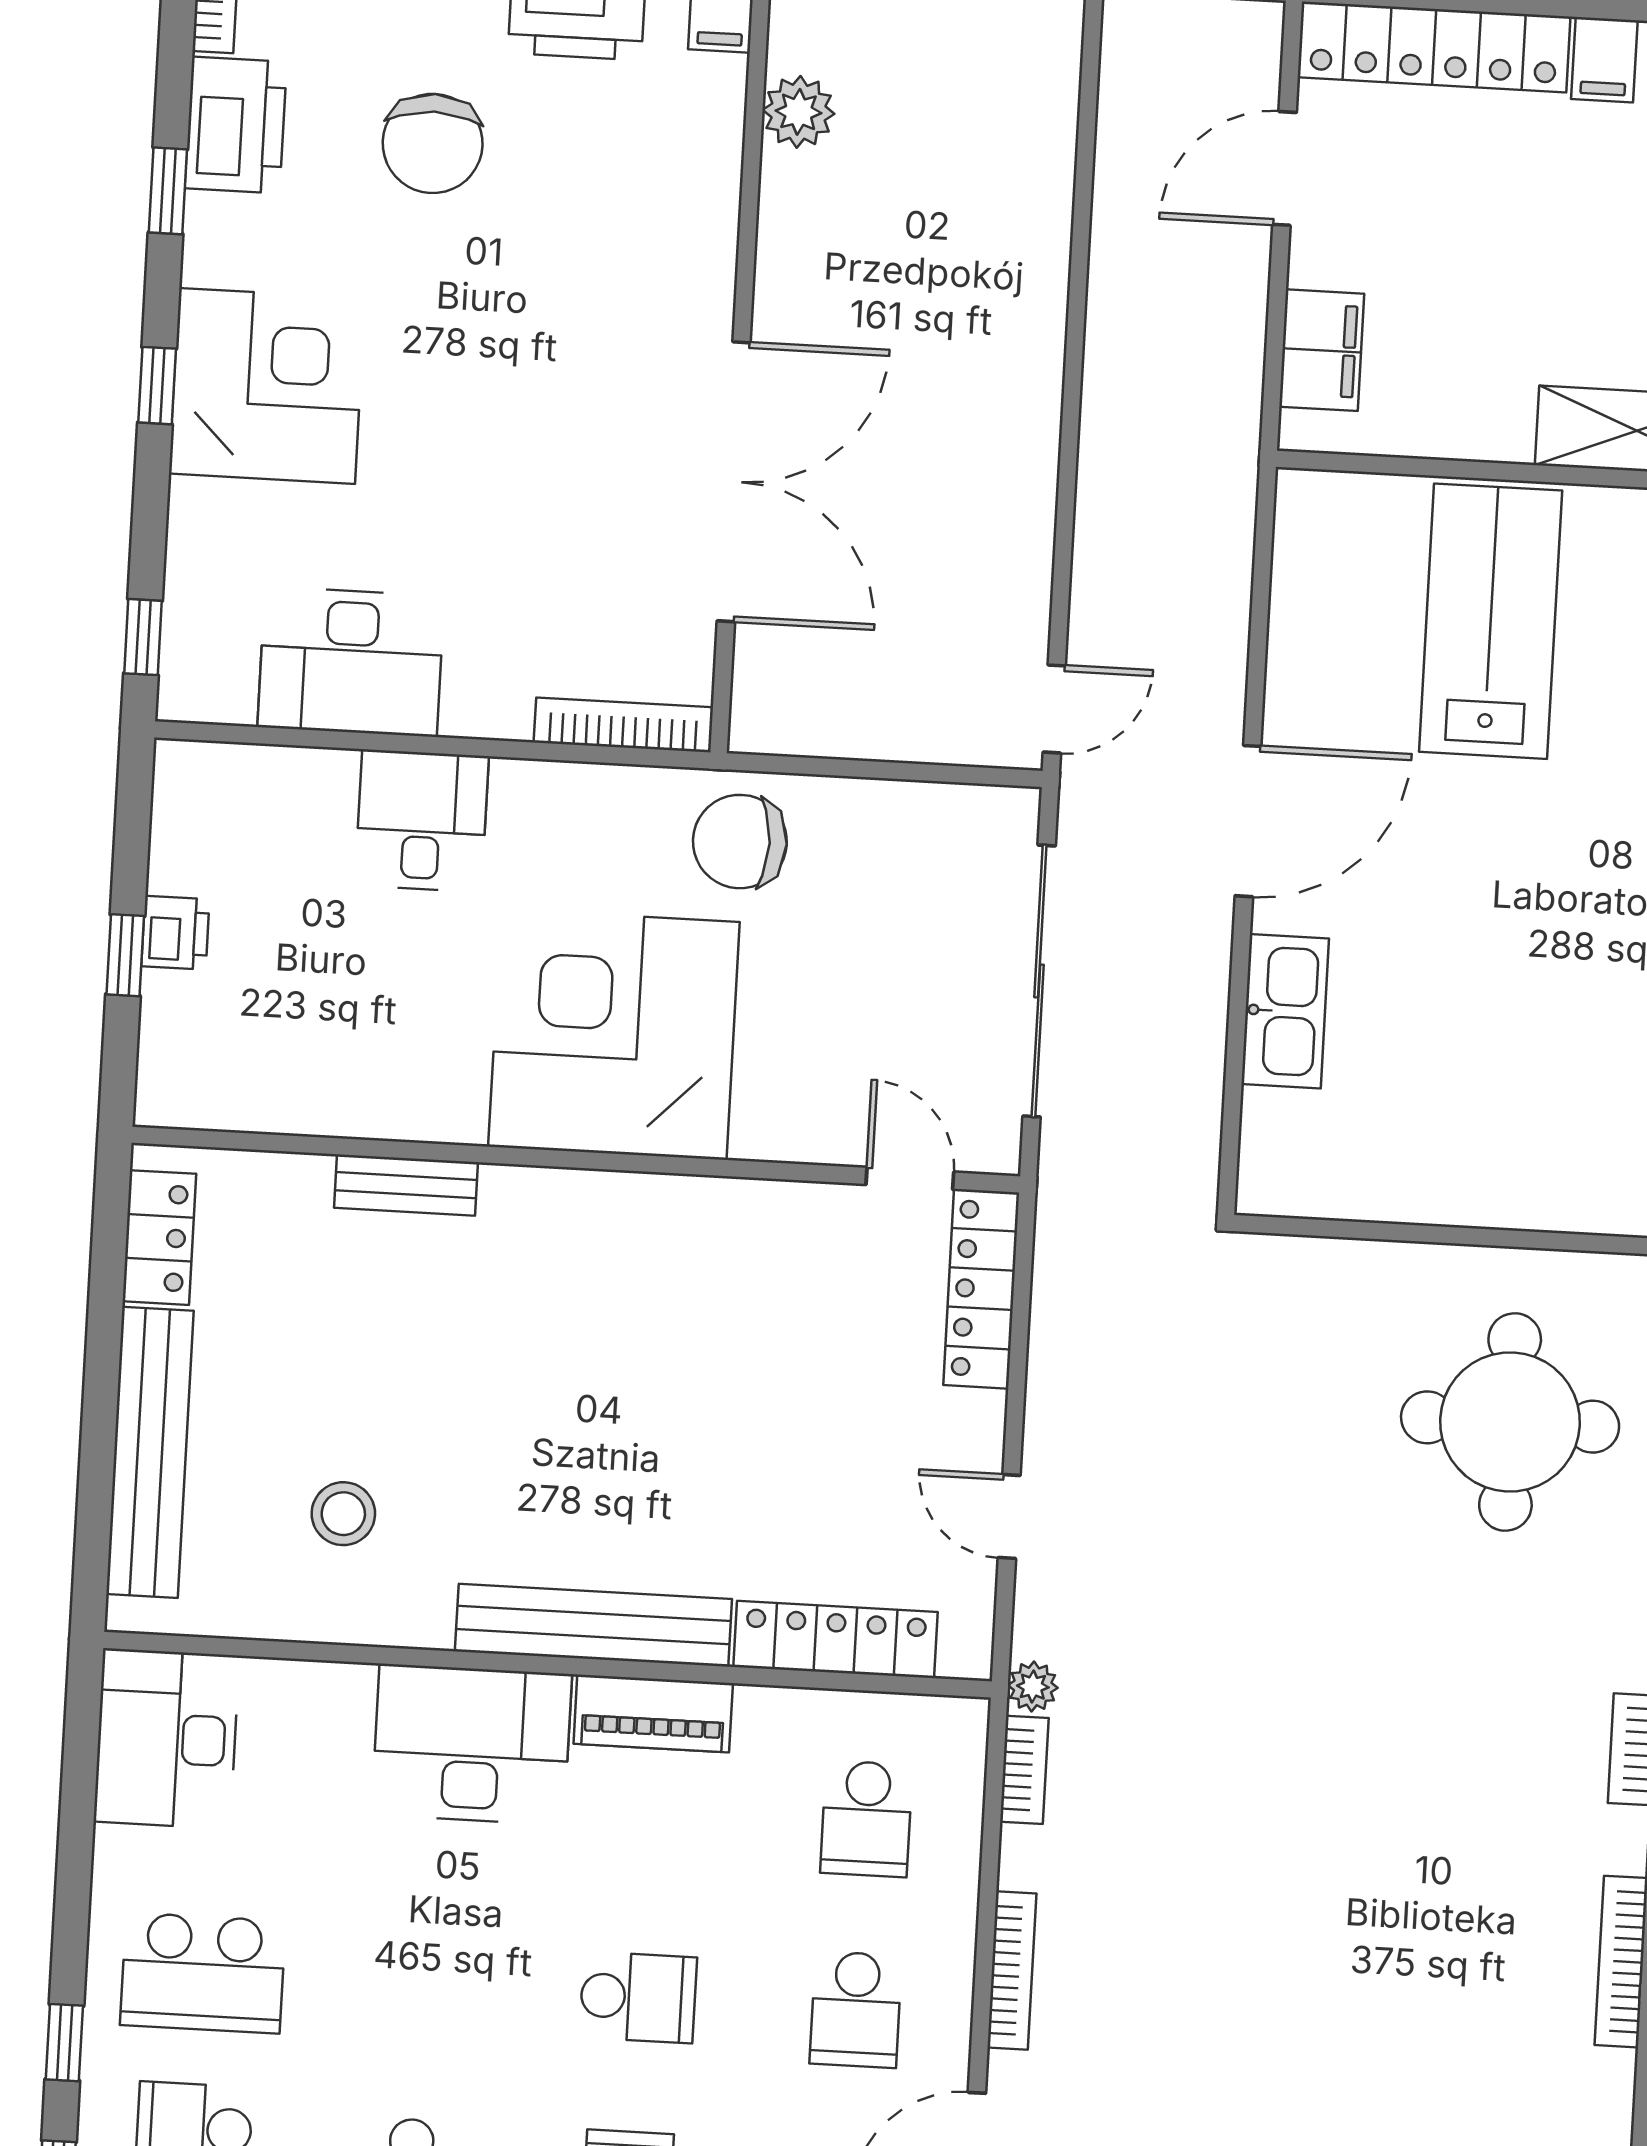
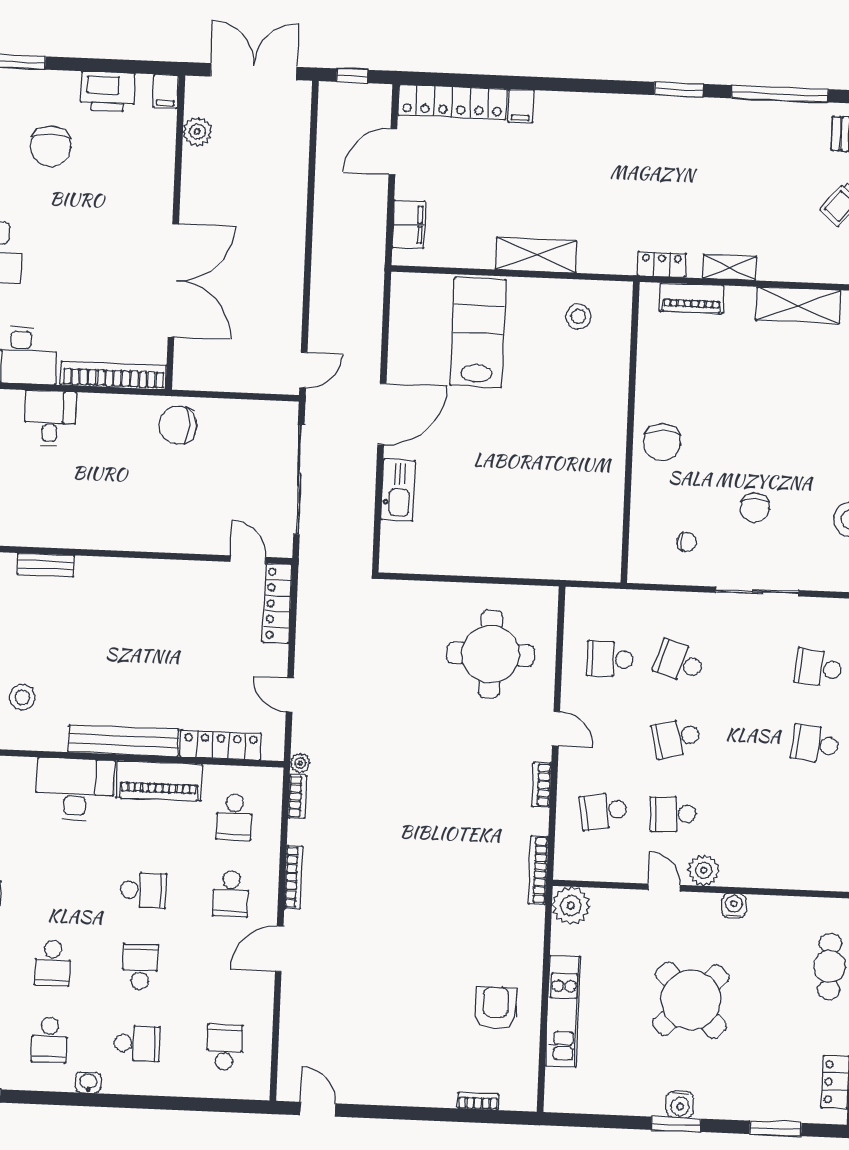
bookcase: (623, 725) -> (113, 375), width x1.48, depth x1.31
corner desk: (614, 1034) -> (128, 503), removed
piano: (653, 1713) -> (159, 781), width x1.37, depth x1.33

